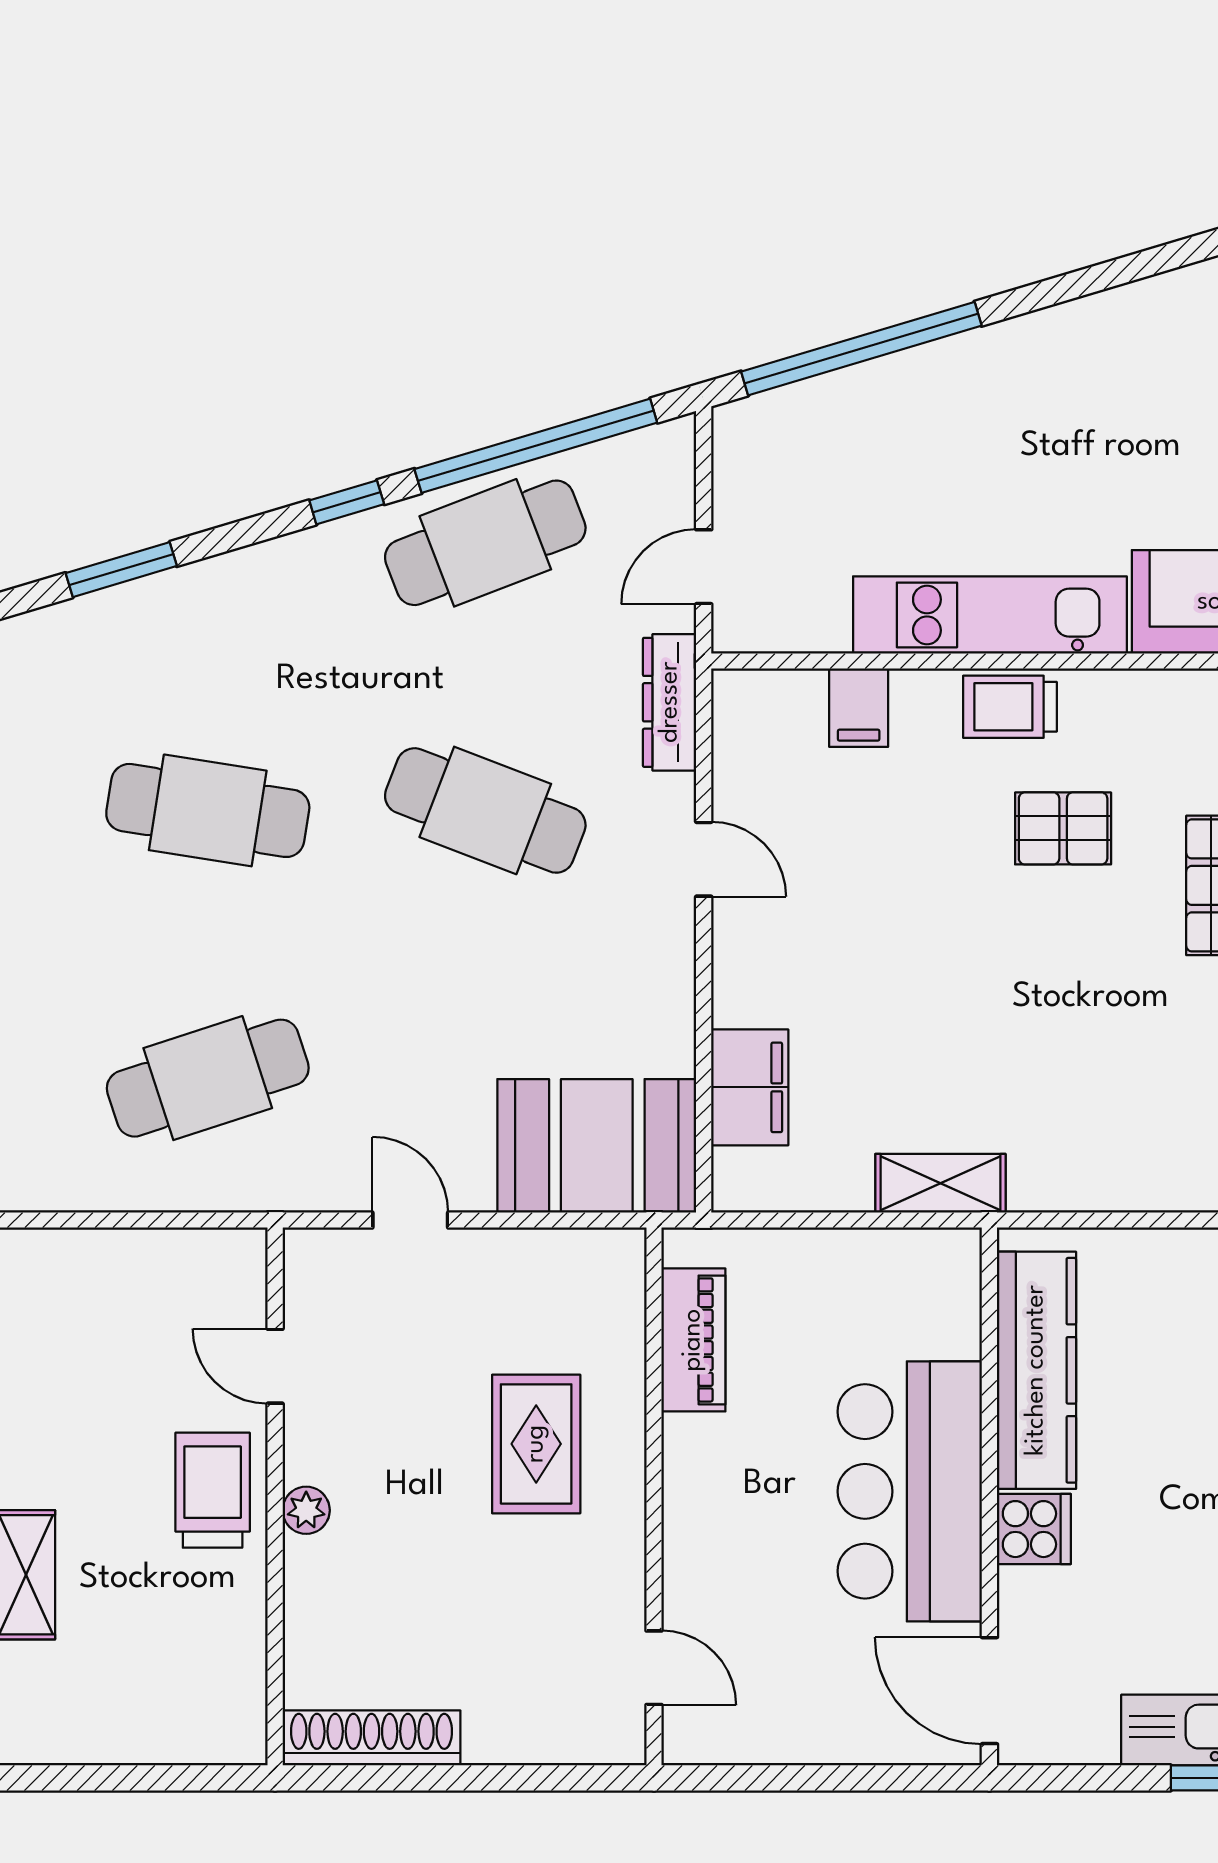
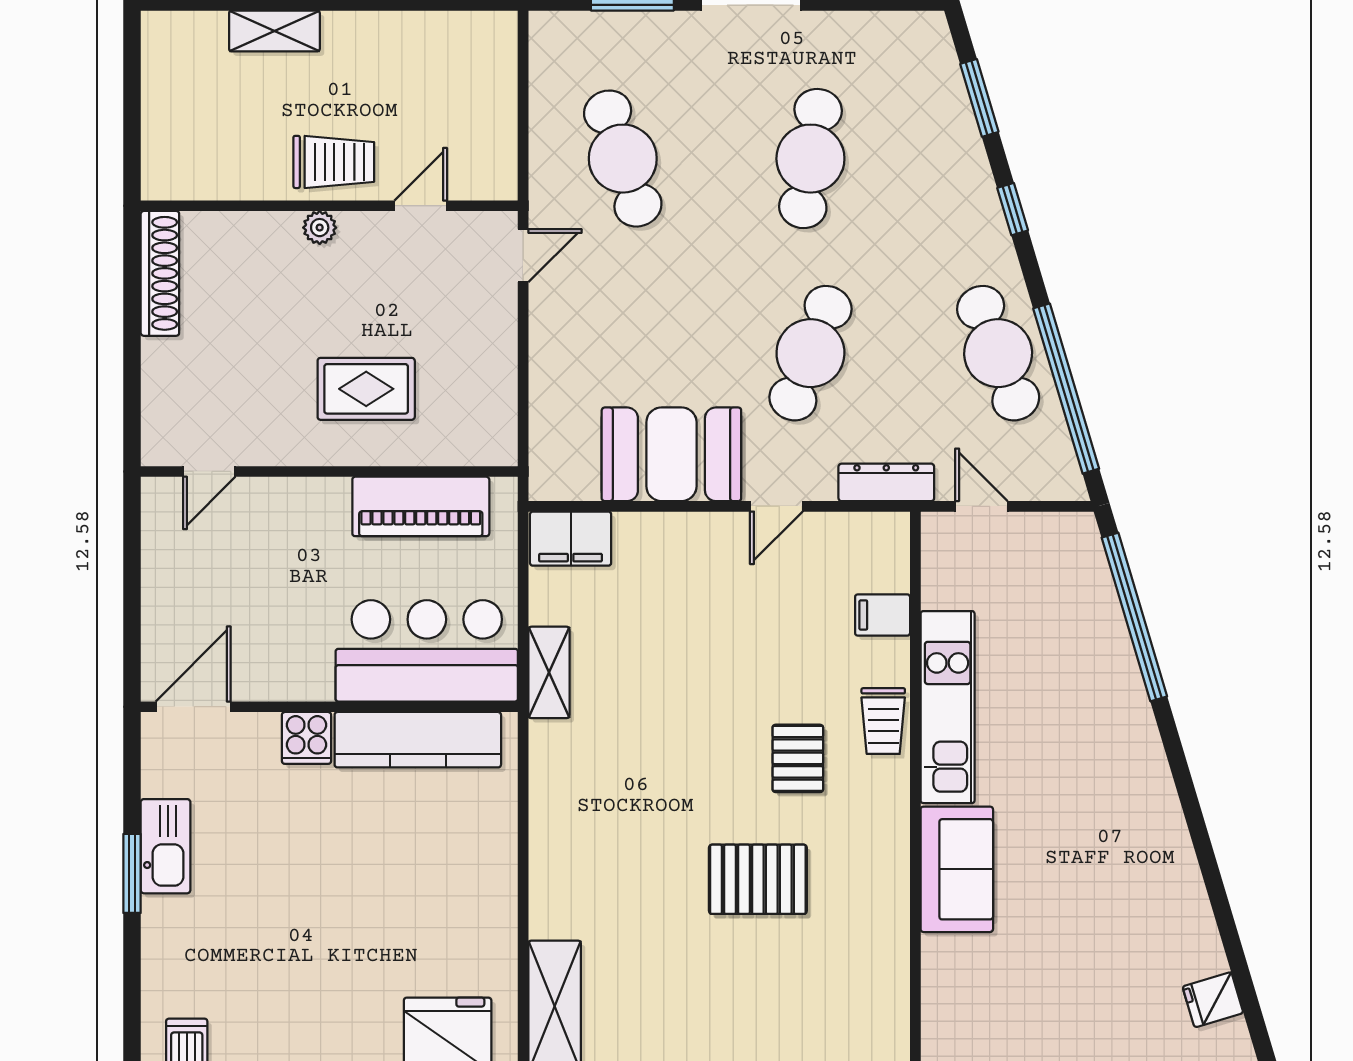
window: (347, 502) -> (1013, 209), moved
trolley: (1010, 707) -> (883, 721), turned 180
filing cabinet: (750, 1087) -> (571, 539), moved
booth: (597, 1146) -> (671, 454), moved, turned 90
door: (410, 1220) -> (523, 256), moved
piano: (693, 1340) -> (421, 506), width x1.37, depth x1.33
bar counter: (910, 1491) -> (427, 651), moved

